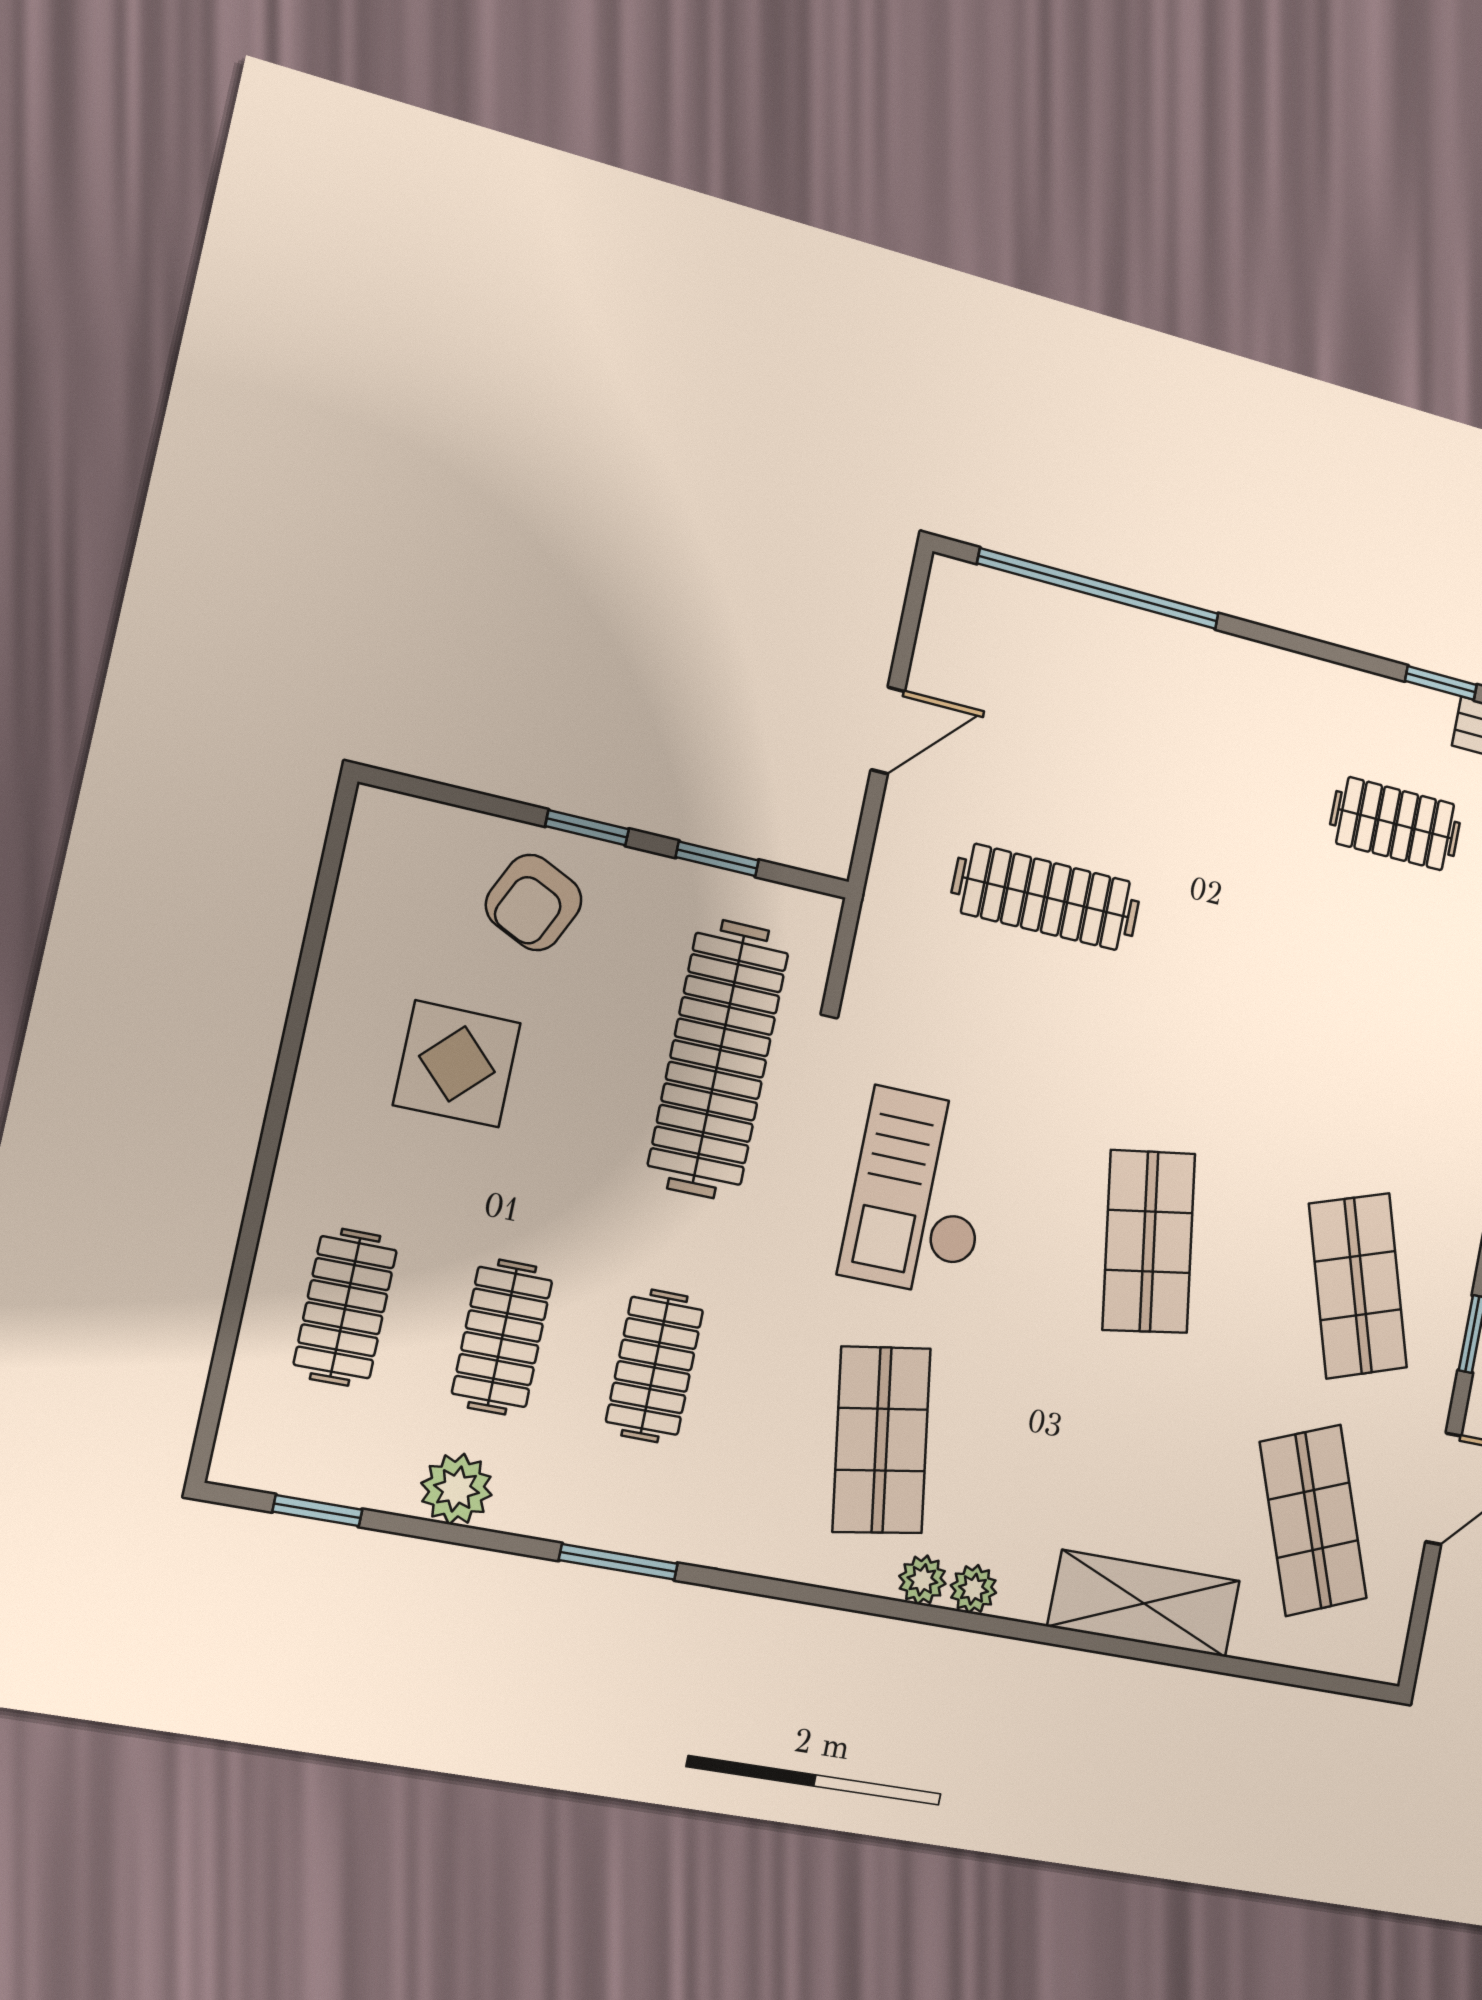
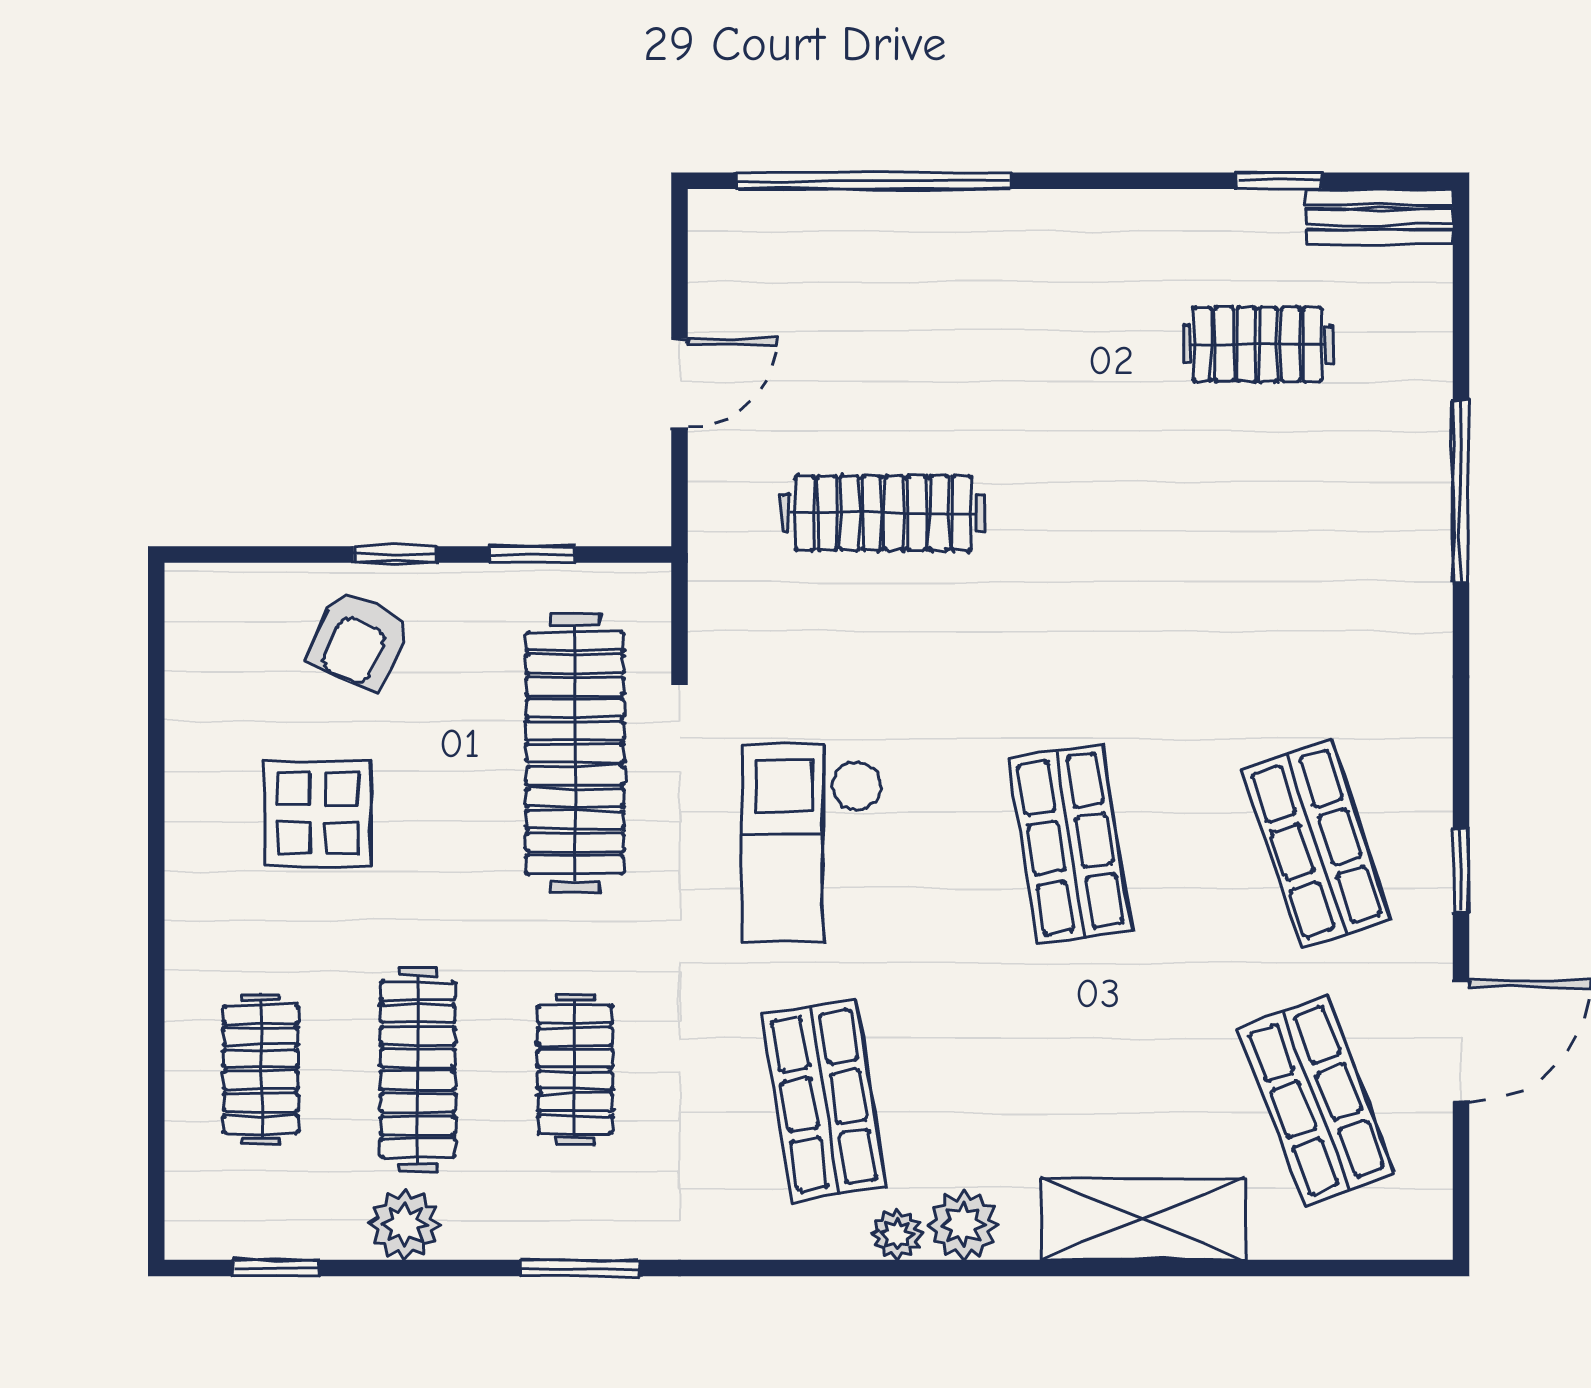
clothes rail: (502, 1337) -> (418, 1069), width x1.36
plant: (973, 1589) -> (963, 1225), width x1.38, depth x1.38

